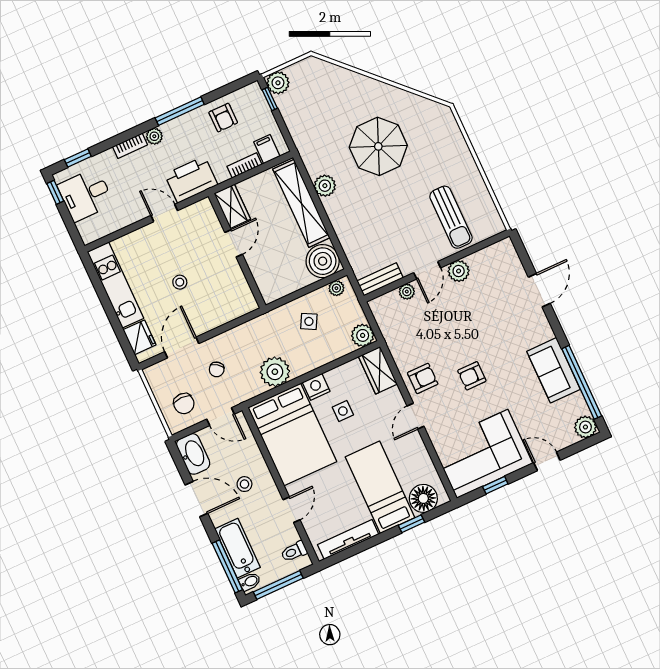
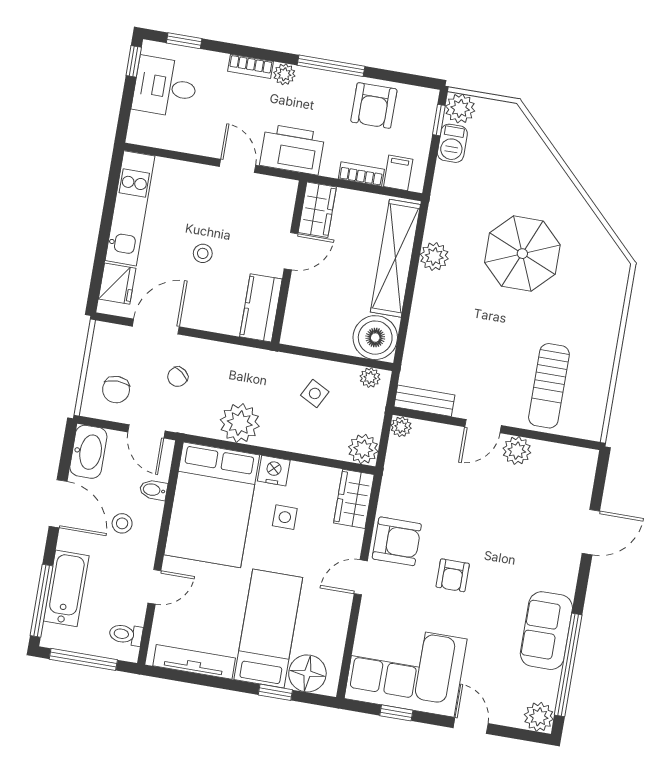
barbecue: (288, 108) -> (452, 143), added
armchair: (223, 118) -> (374, 106), width x1.38, depth x1.38
kitchen counter: (239, 291) -> (261, 308), added
plant: (407, 292) -> (401, 427), moved
armchair: (472, 376) -> (453, 575), turned -90
armchair: (423, 378) -> (397, 541), width x1.38, depth x1.38
bidet: (250, 582) -> (153, 490), moved, turned 180

